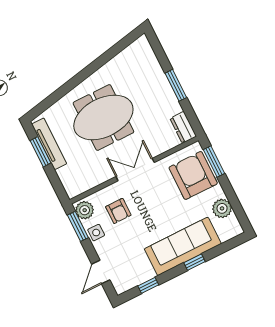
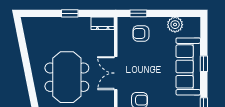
window: (176, 85) -> (70, 13), width x0.67
window: (214, 162) -> (138, 13), width x0.67
armchair: (193, 175) -> (141, 33), width x0.53, depth x0.53

